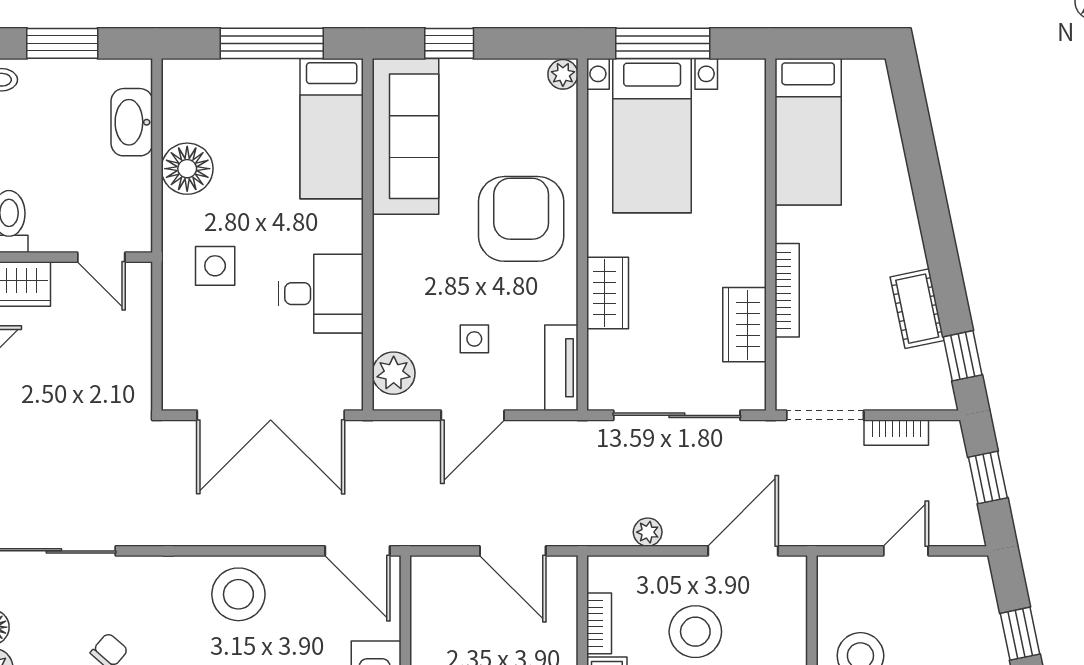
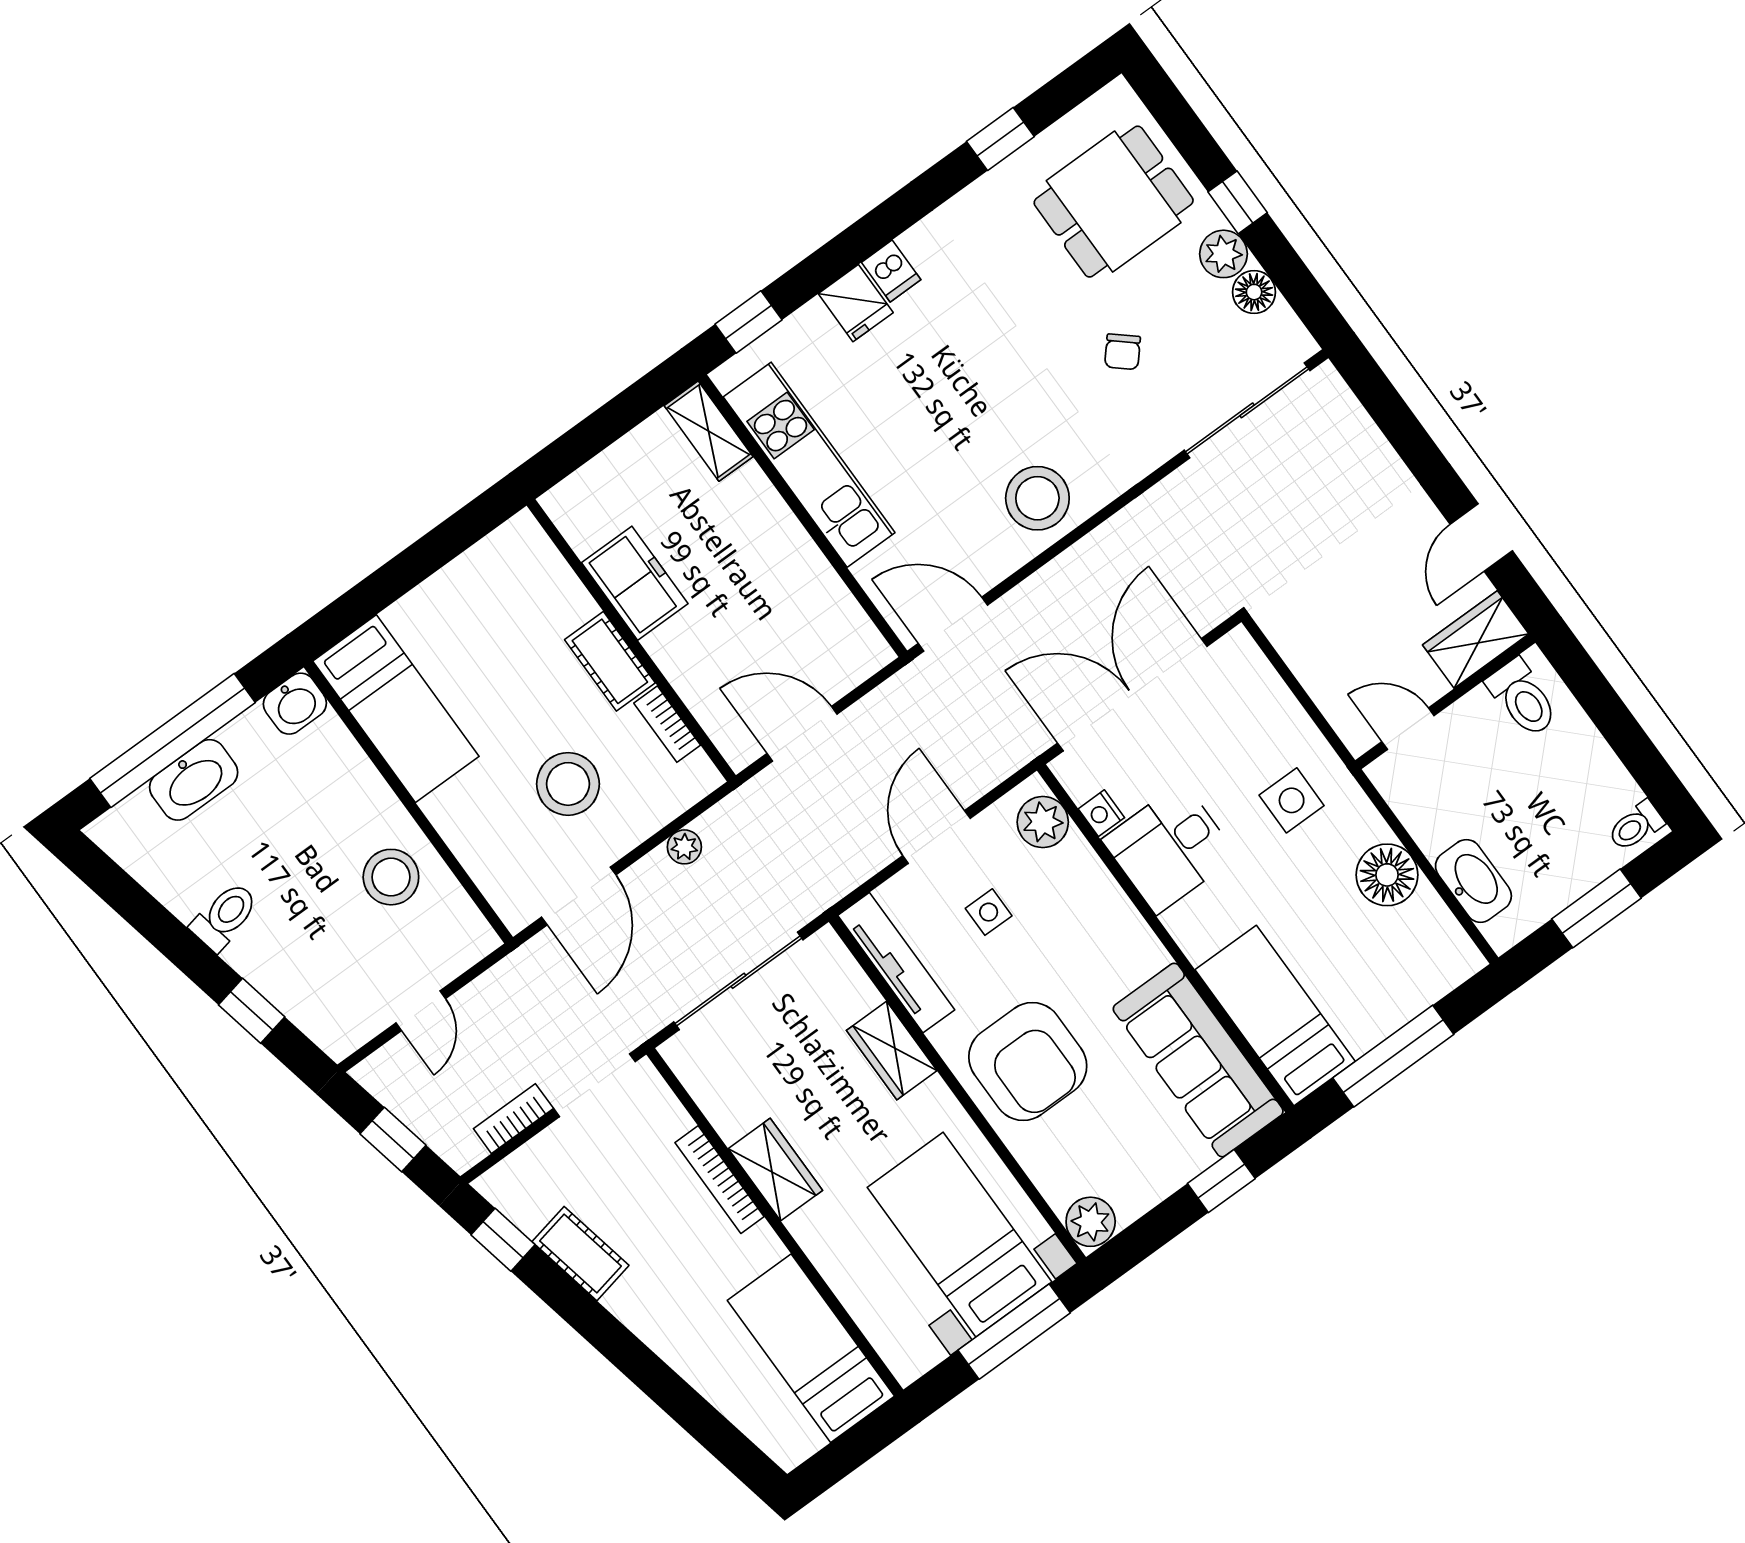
plant: (563, 74) -> (1091, 1222), width x1.38, depth x1.38
wardrobe: (744, 325) -> (775, 1170), moved
nightstand: (350, 350) -> (1101, 813), added
tv unit: (561, 368) -> (896, 963), width x1.41

